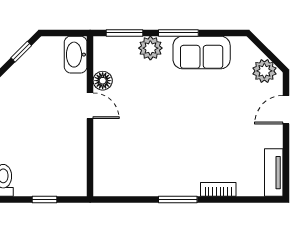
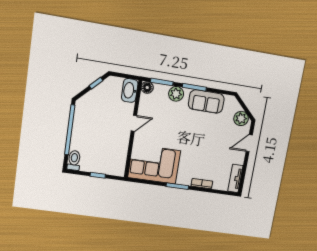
floor lamp: (103, 81) -> (147, 88), moved
door: (90, 106) -> (134, 123), hinge flipped
corner sofa: (133, 168) -> (154, 164), added

